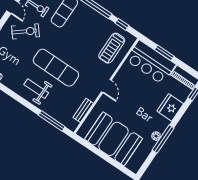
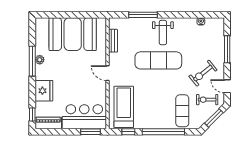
treadmill: (112, 48) -> (124, 107), width x1.37, depth x1.38
window: (164, 53) -> (91, 132), moved
weight bench: (36, 89) -> (163, 33), turned 90
window: (52, 121) -> (143, 15), moved

